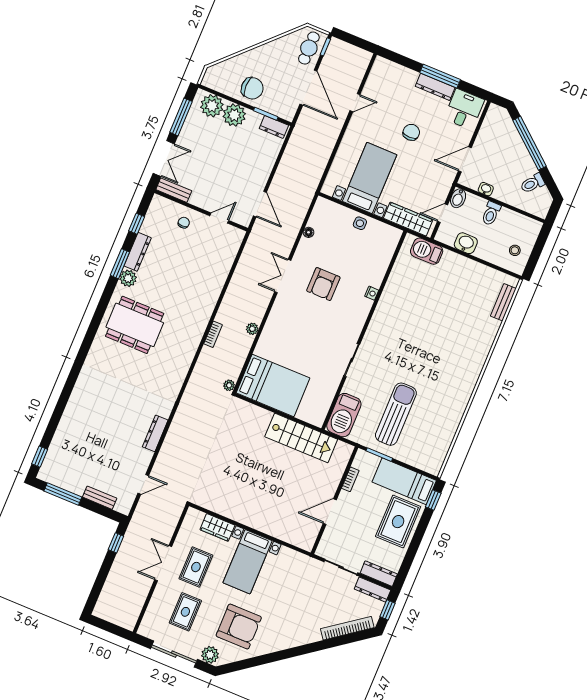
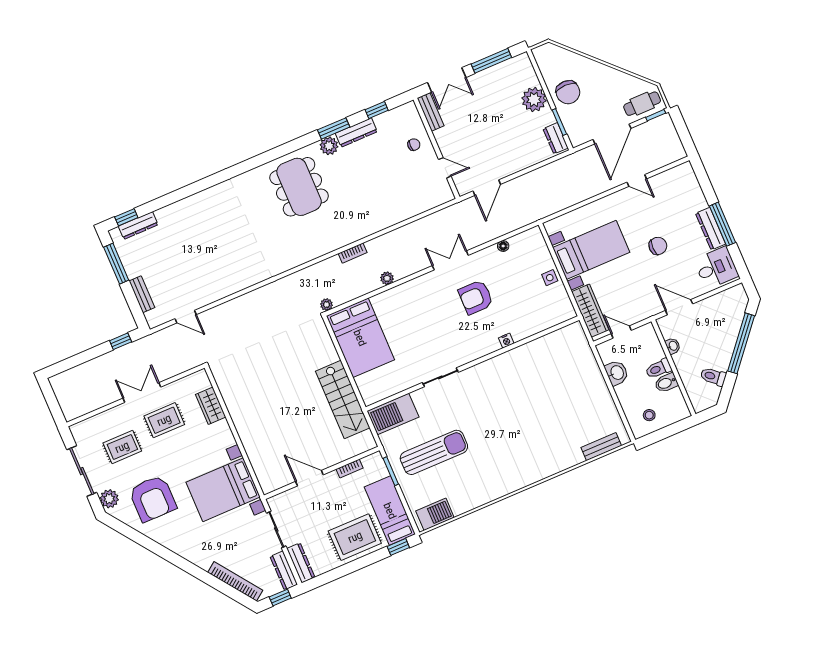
plant: (212, 106) -> (524, 75), removed
bidet: (458, 198) -> (666, 383), moved
barbecue: (427, 251) -> (435, 514), moved, turned 90
dresser: (155, 433) -> (138, 225), moved, turned 180
bed with nightstands: (248, 562) -> (223, 490), moved, width x1.36

